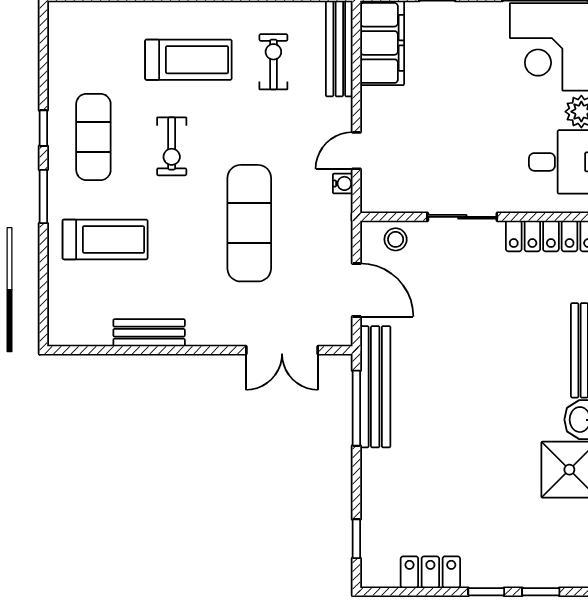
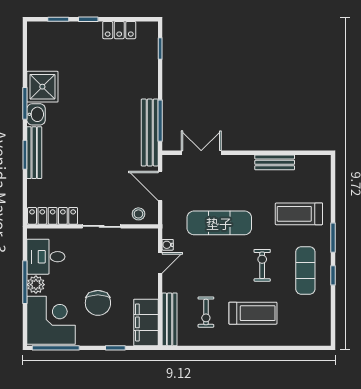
treadmill: (188, 60) -> (253, 313), turned 180
chair: (469, 78) -> (98, 303), added
exercise mat: (249, 223) -> (219, 223), turned 90

